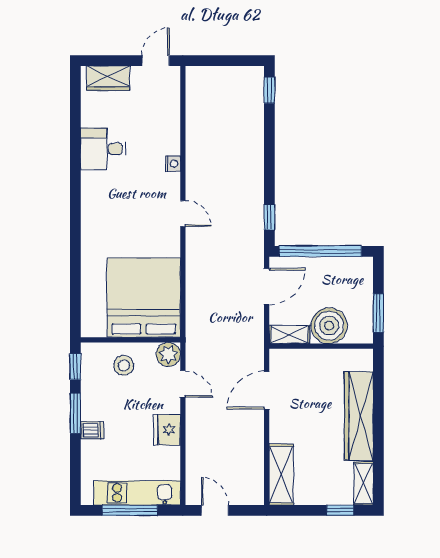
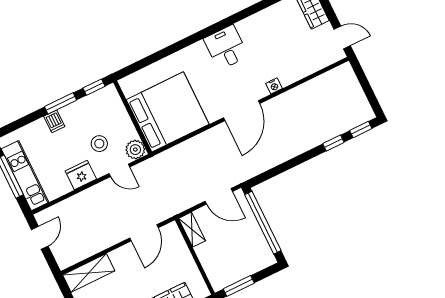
desk: (103, 149) -> (226, 47), moved
door: (183, 214) -> (242, 111), width x1.88
window: (269, 217) -> (333, 143), moved
boiler: (329, 326) -> (212, 255), removed
stool: (124, 365) -> (99, 144), moved
door: (183, 384) -> (119, 170), hinge flipped
door: (267, 390) -> (144, 233), swing flipped

